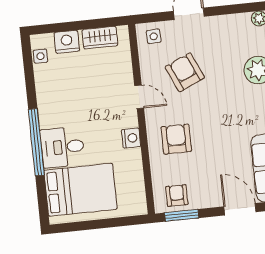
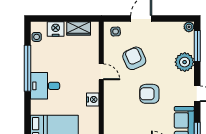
armchair: (176, 139) -> (149, 94), moved, turned -90
window: (36, 142) -> (28, 68), moved
desk: (62, 147) -> (45, 86), moved

